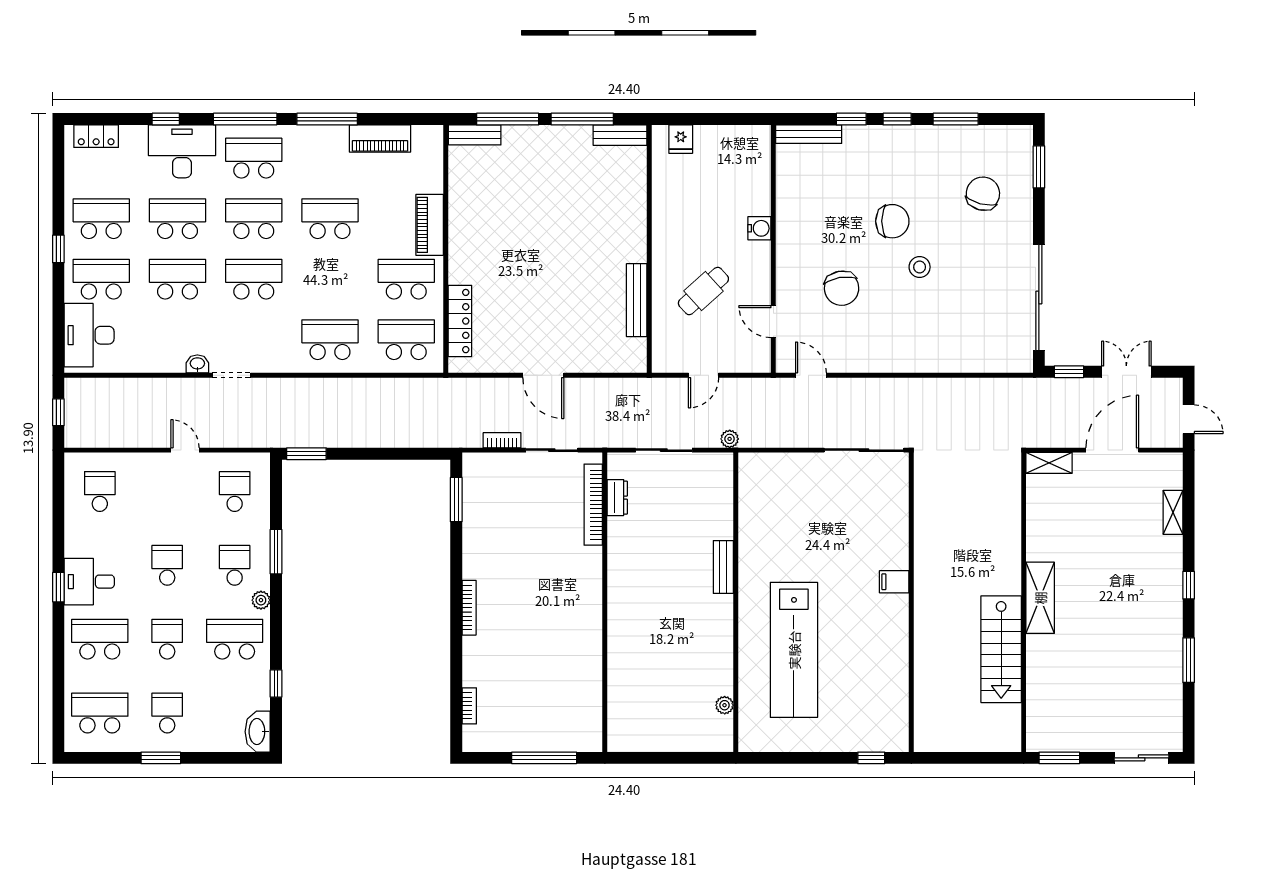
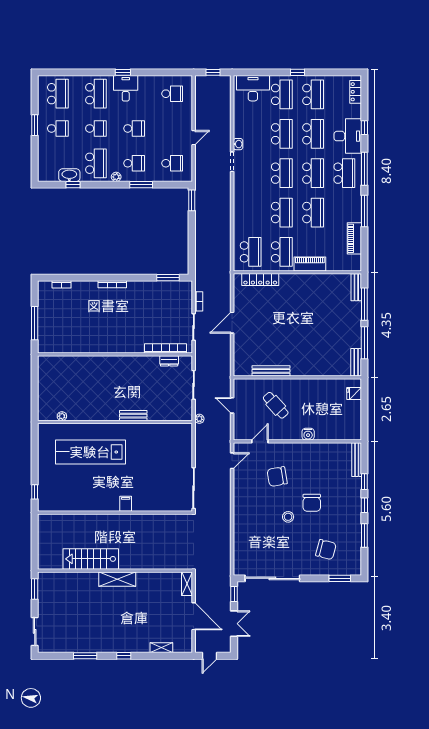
school desk: (330, 340) -> (282, 213), moved
washbasin: (258, 732) -> (69, 175), moved

